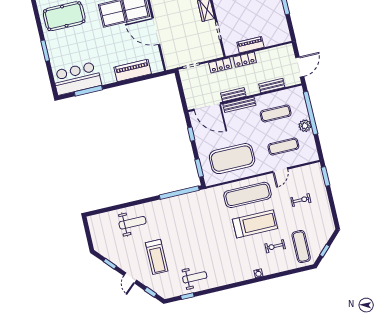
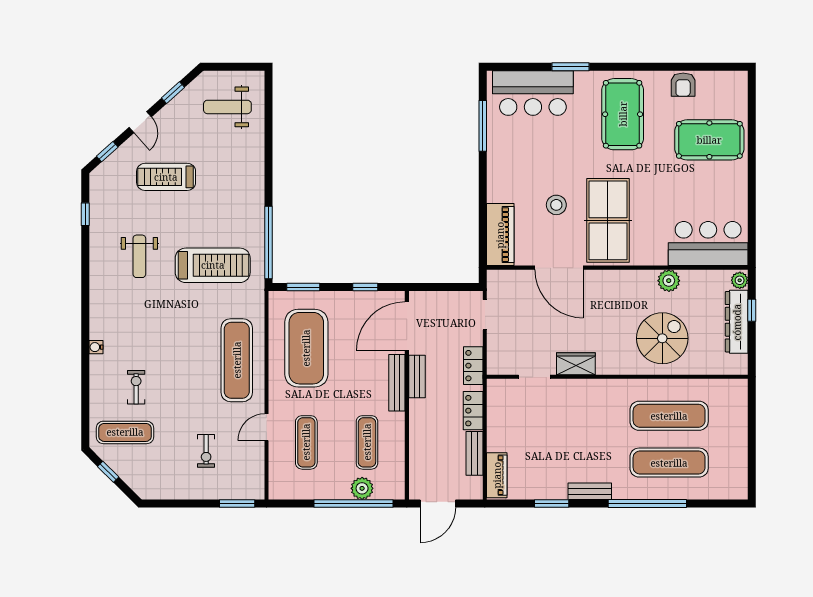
door: (156, 31) -> (559, 268), swing flipped
stool: (122, 41) -> (556, 205), added
piano: (250, 45) -> (497, 475), moved
door: (300, 67) -> (438, 503), hinge flipped
piano: (133, 70) -> (500, 235), moved
bar counter: (77, 78) -> (533, 93), moved, turned 90
bench: (272, 86) -> (474, 453), moved
plant: (305, 126) -> (362, 488), moved
door: (280, 170) -> (266, 427), hinge flipped
weight bench: (133, 223) -> (227, 107), moved, turned 90
treadmill: (255, 224) -> (213, 265), moved, turned -90
weight bench: (195, 277) -> (139, 256), moved
door: (130, 278) -> (140, 122), swing flipped

